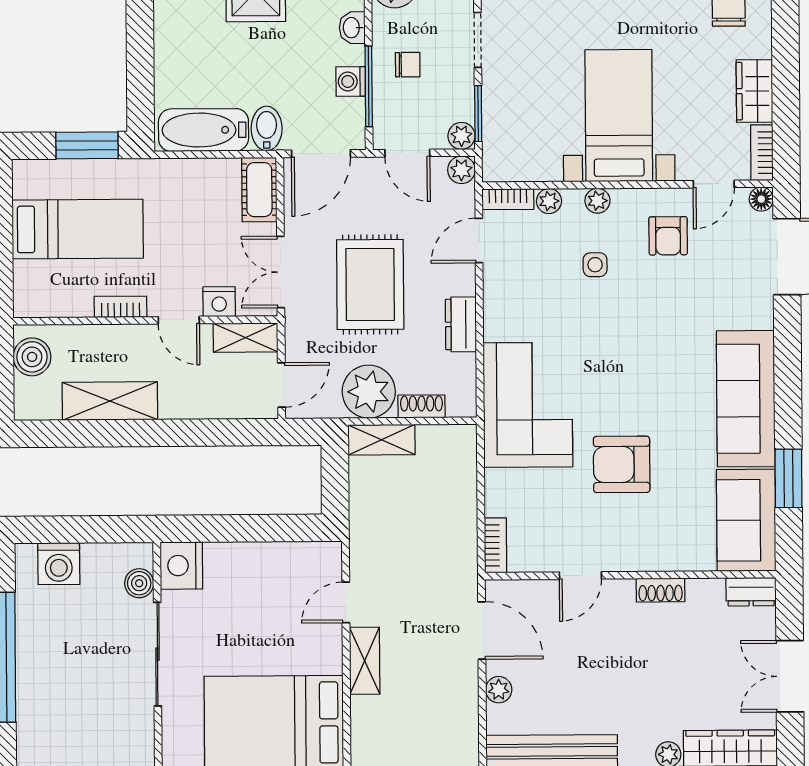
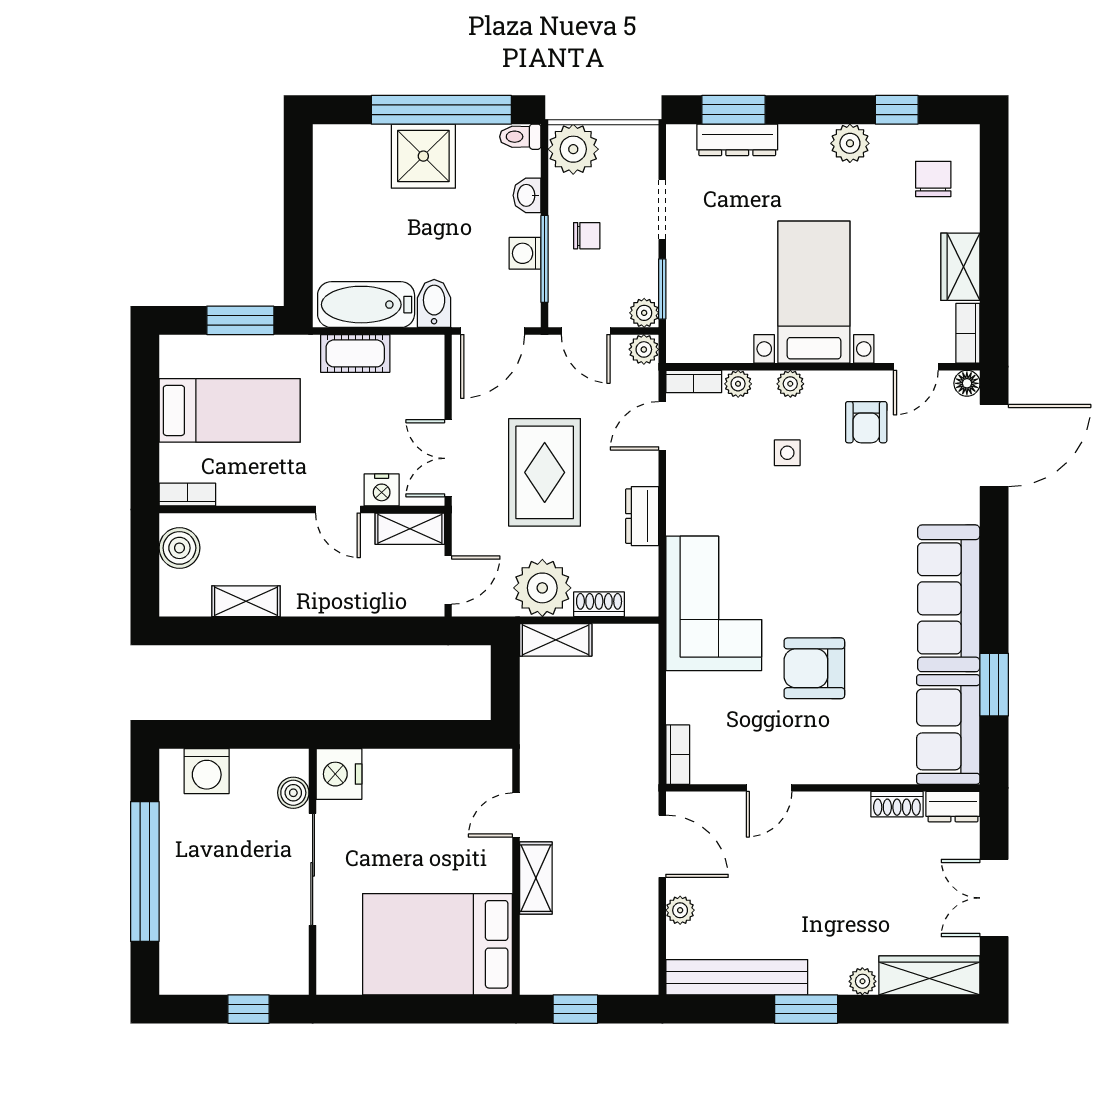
cot: (259, 190) -> (355, 353), moved, turned 90
bookcase: (121, 307) -> (187, 495), moved
shelving: (110, 401) -> (246, 601), width x0.67, depth x0.75
shoe rack: (661, 590) -> (897, 804), moved

